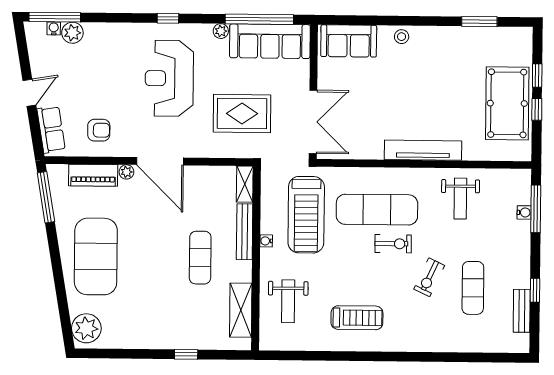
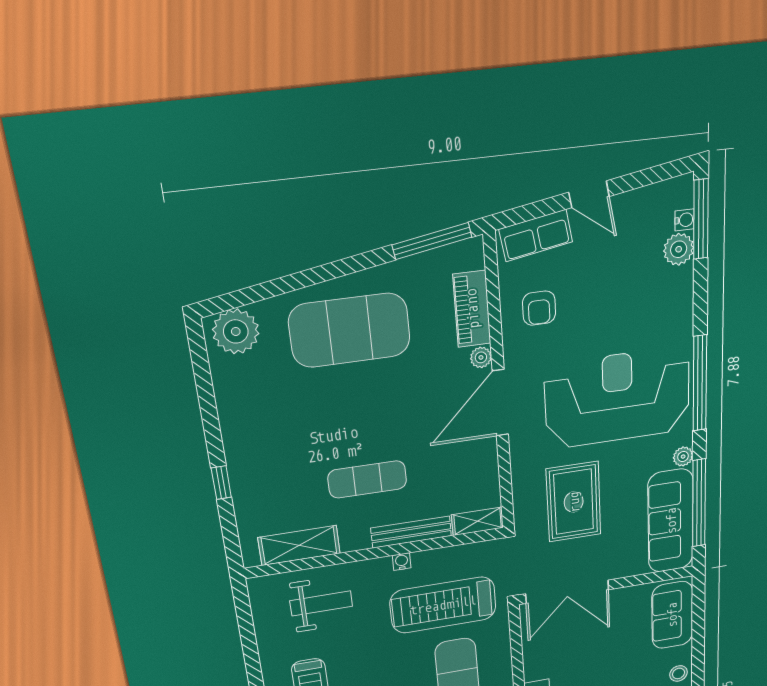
window: (168, 18) -> (700, 383), width x3.17
reception desk: (169, 78) -> (618, 398), width x1.36, depth x1.30
weight bench: (288, 301) -> (321, 603), turned 180

